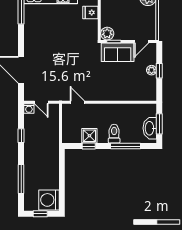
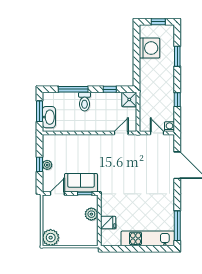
plant: (107, 34) -> (91, 214), moved
door: (77, 102) -> (121, 133), swing flipped
washbasin: (150, 128) -> (49, 117), moved
shower: (89, 136) -> (129, 99), moved
window: (21, 179) -> (177, 56), width x0.69
washing machine: (49, 200) -> (150, 48), moved

